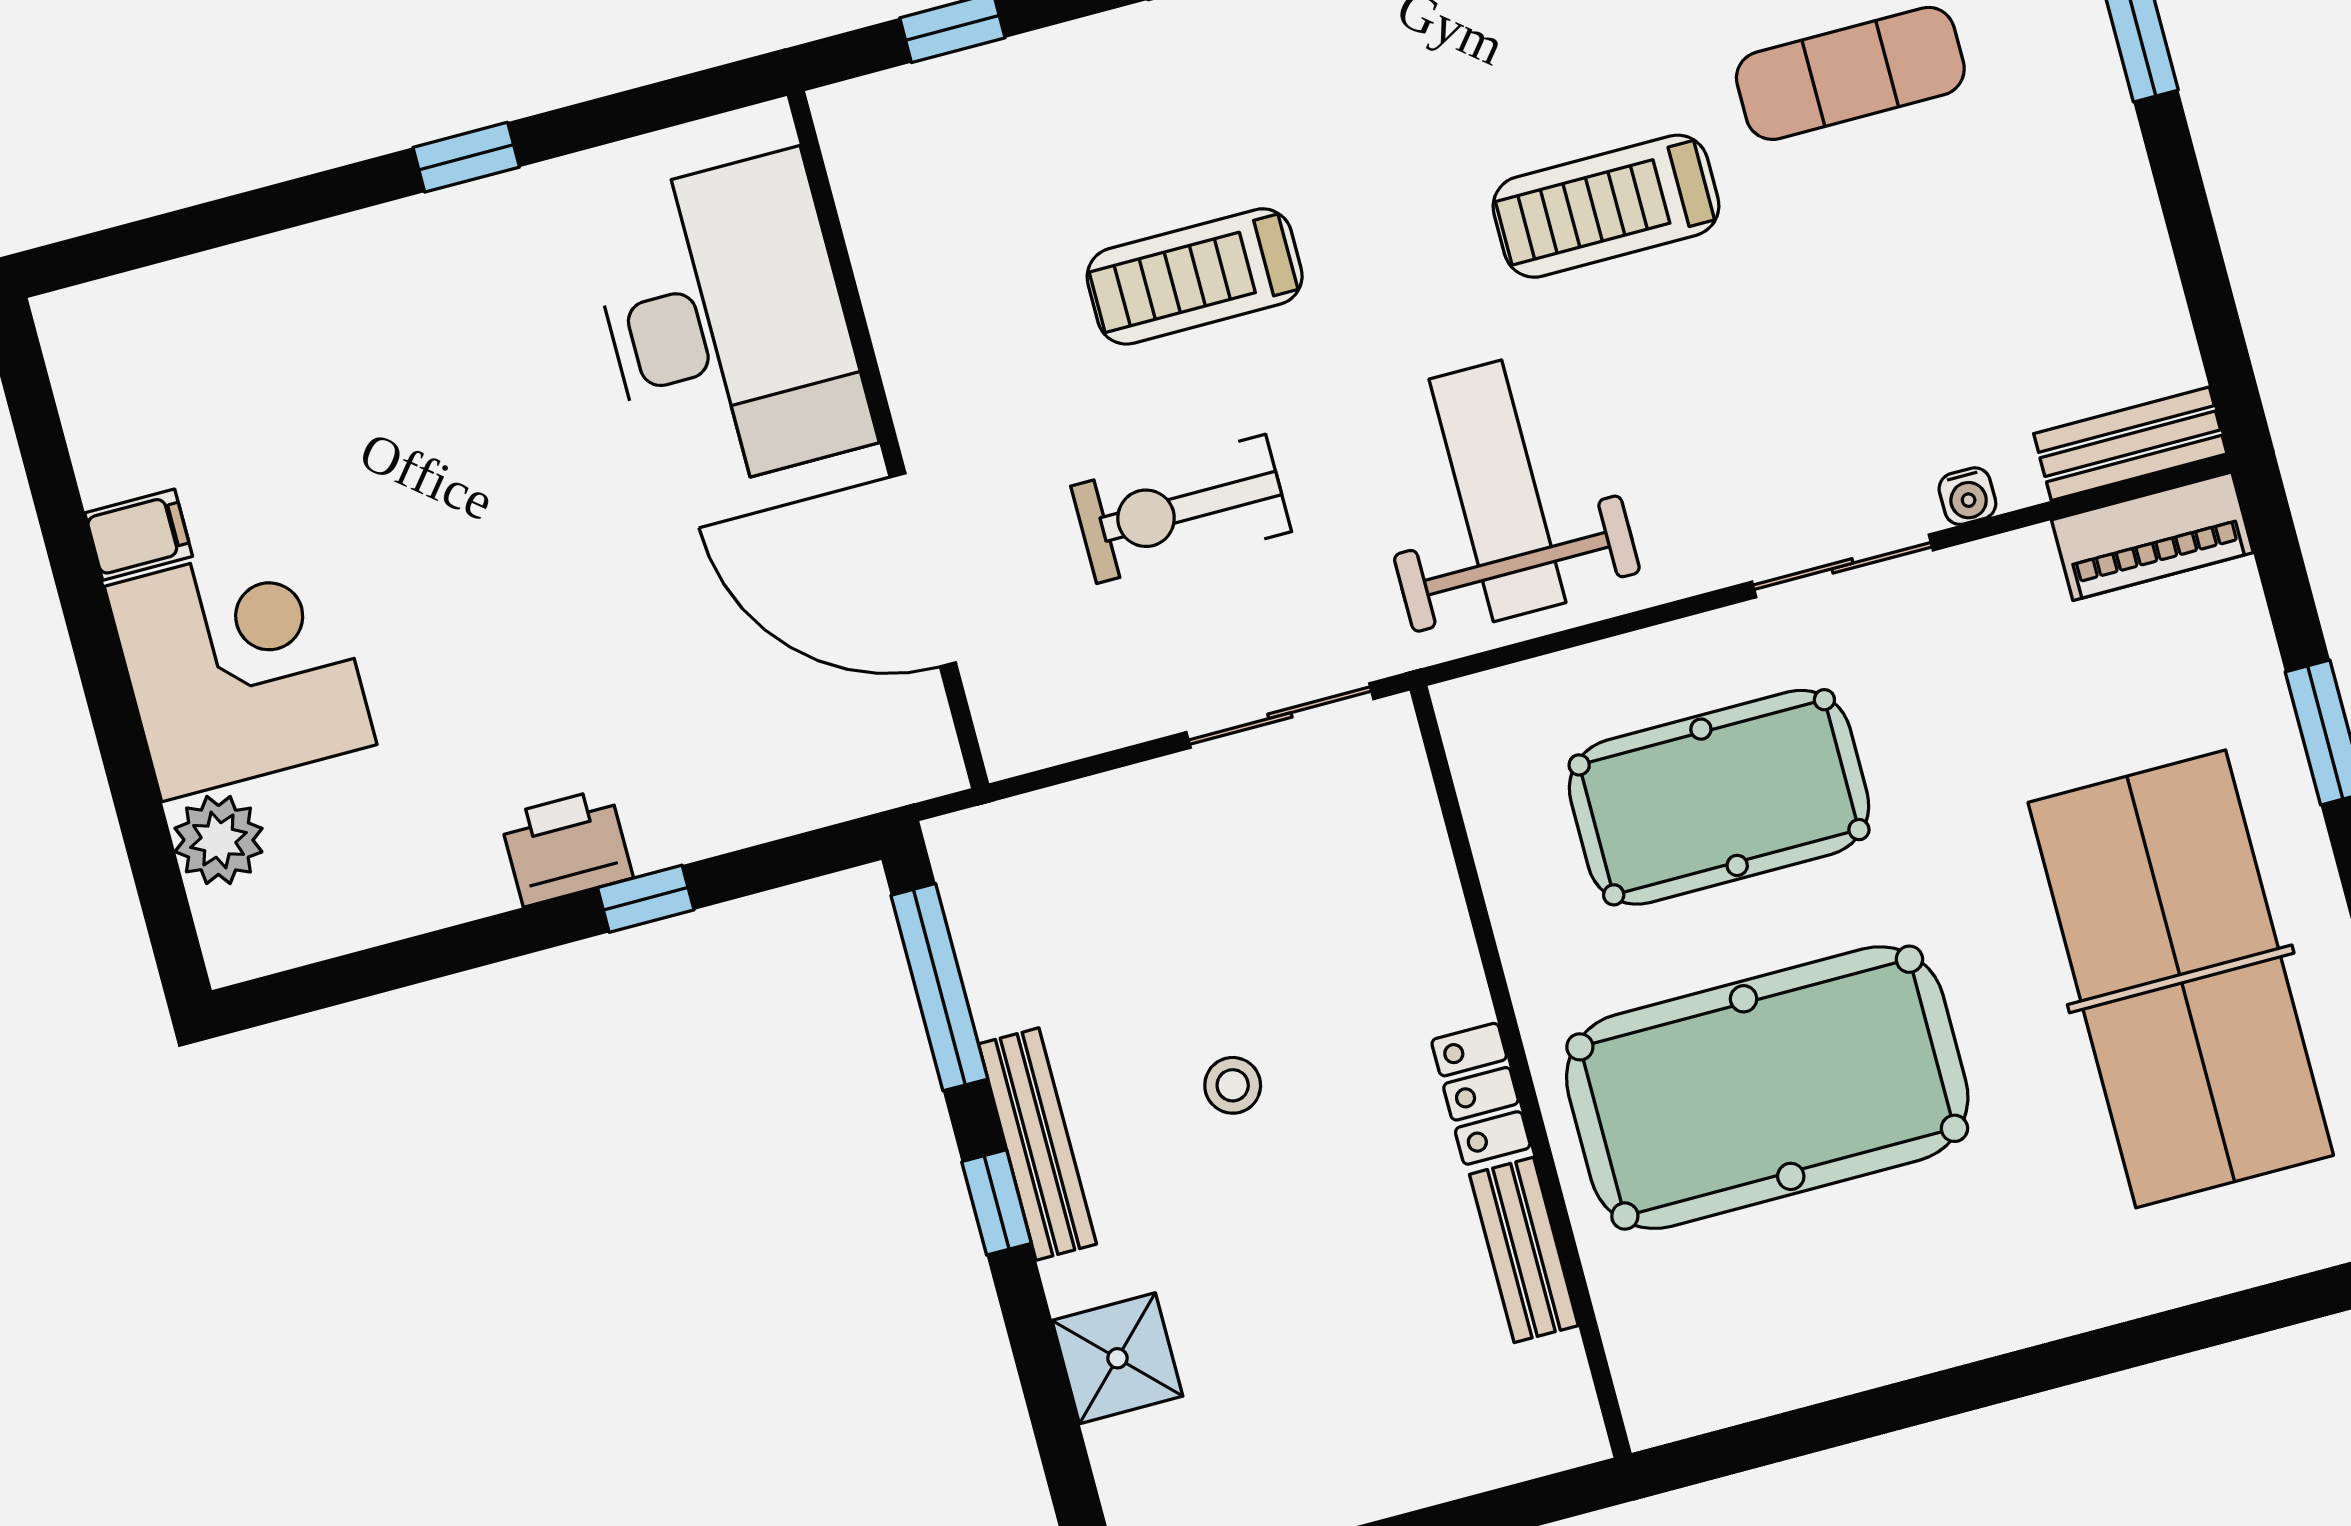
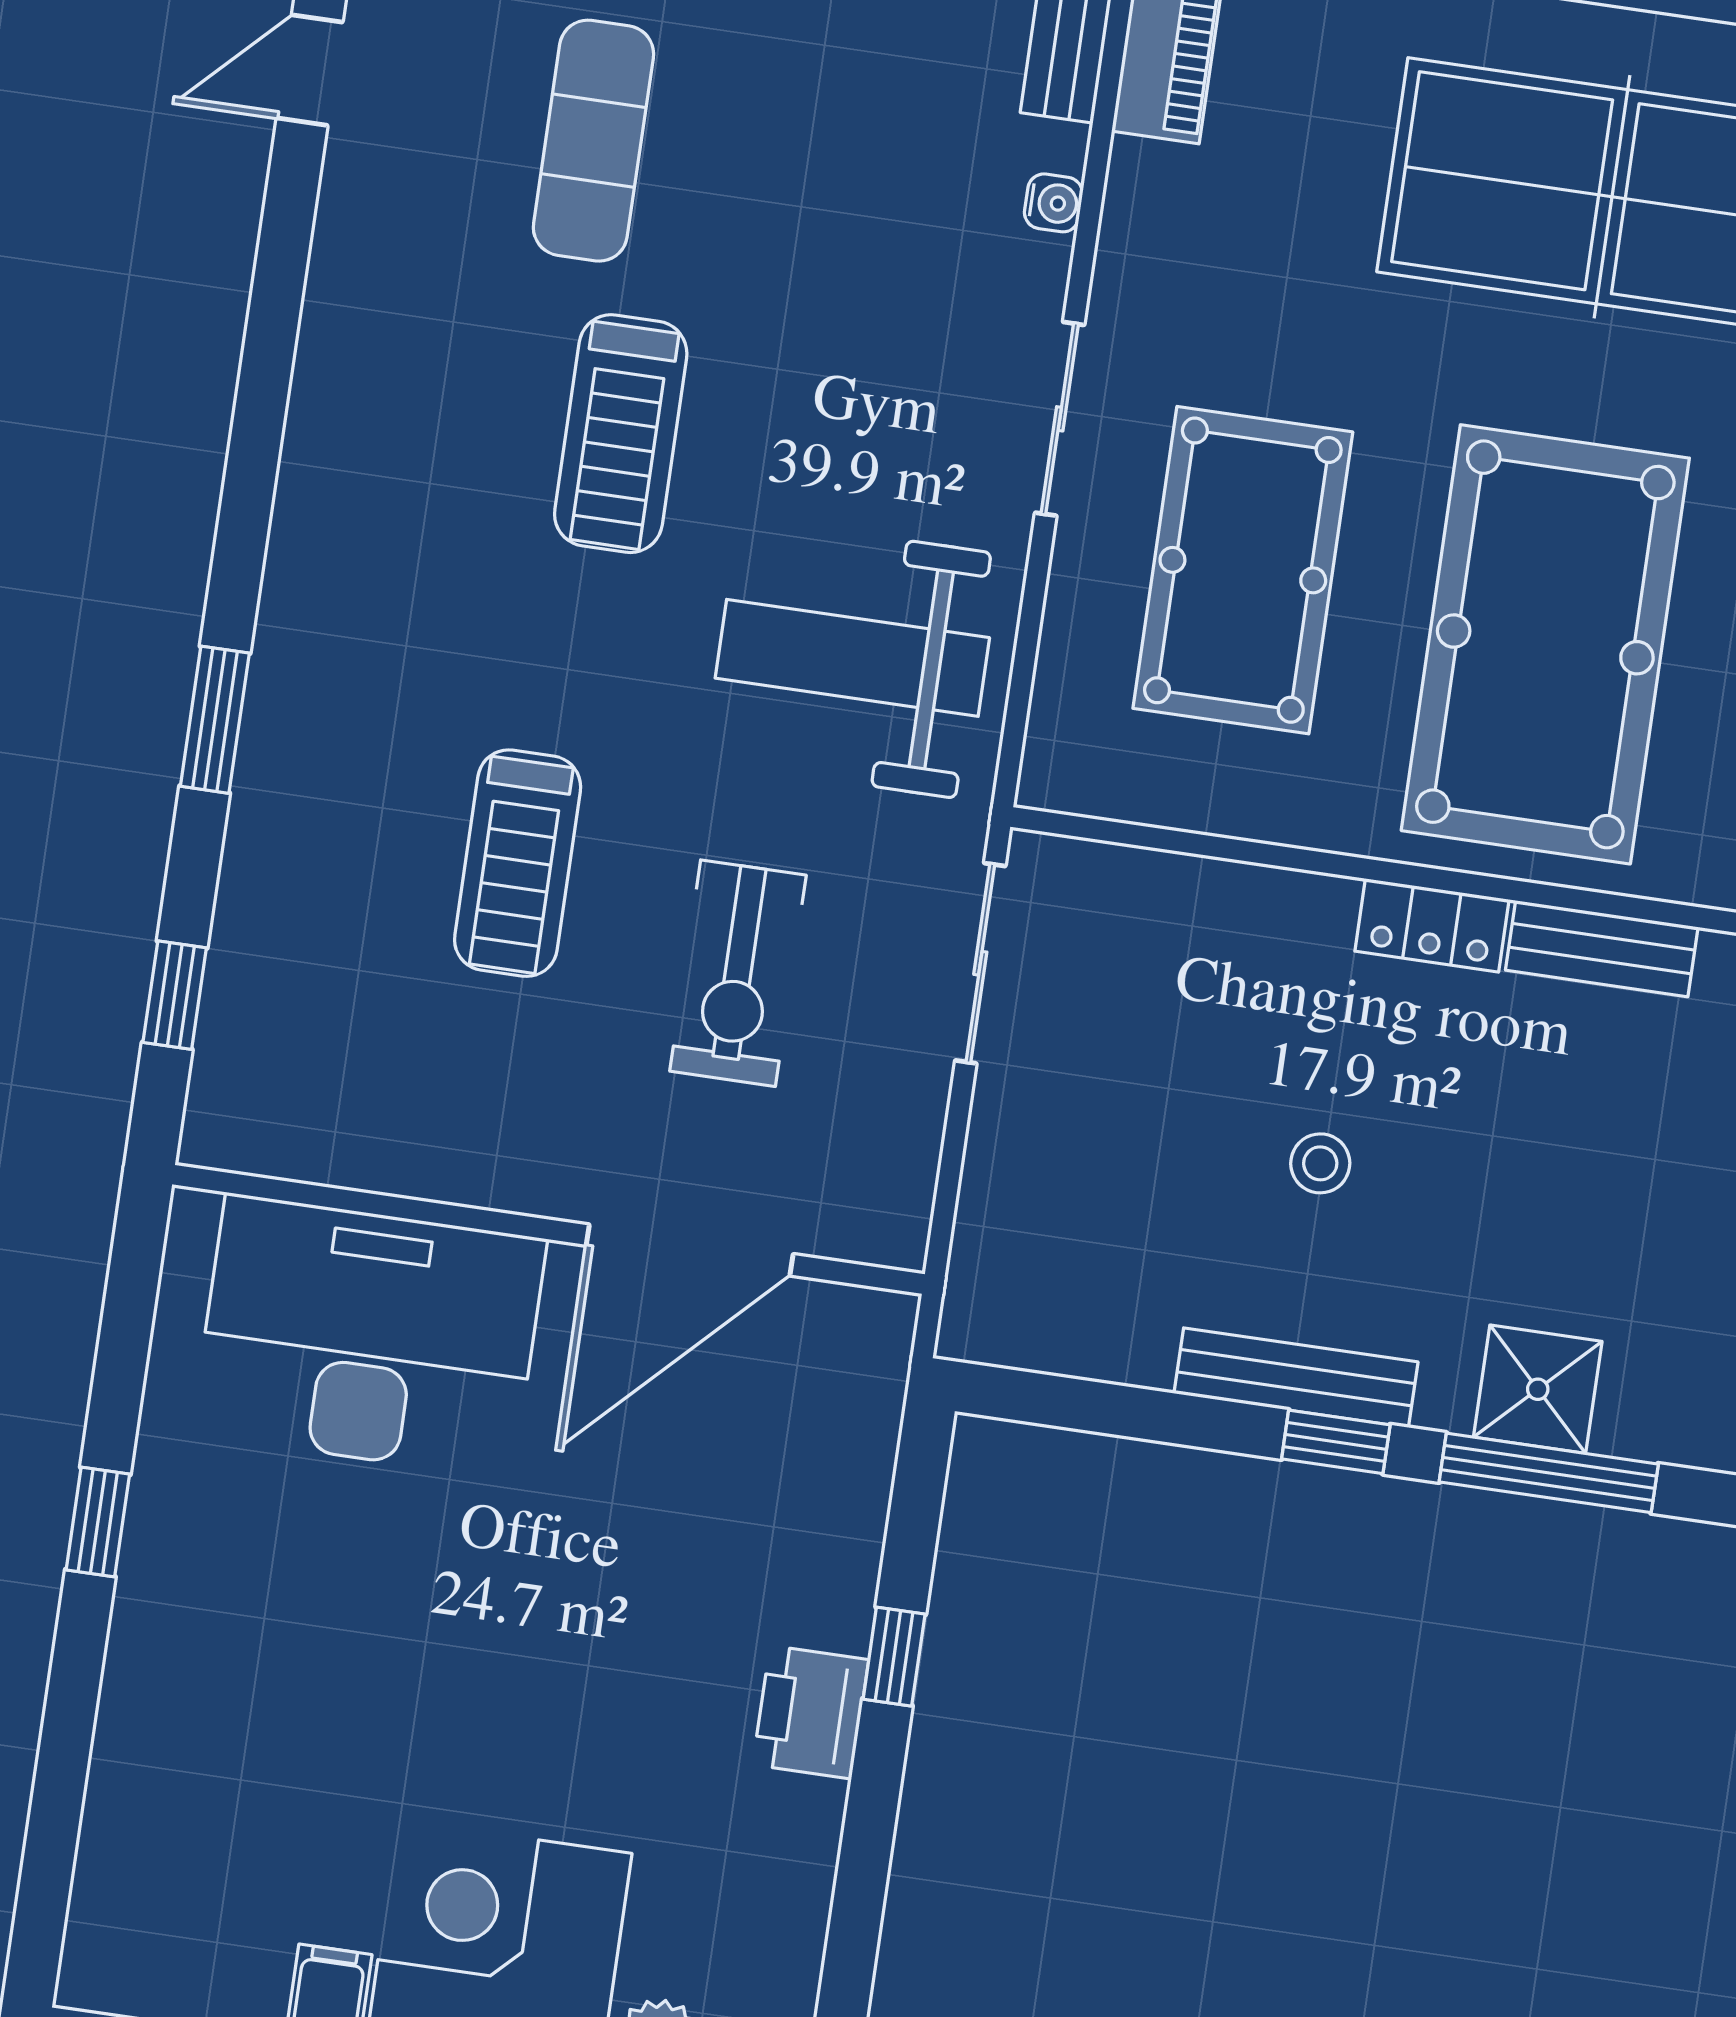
sliding door: (1842, 566) -> (1060, 419), moved
window: (939, 987) -> (1549, 1473), moved

